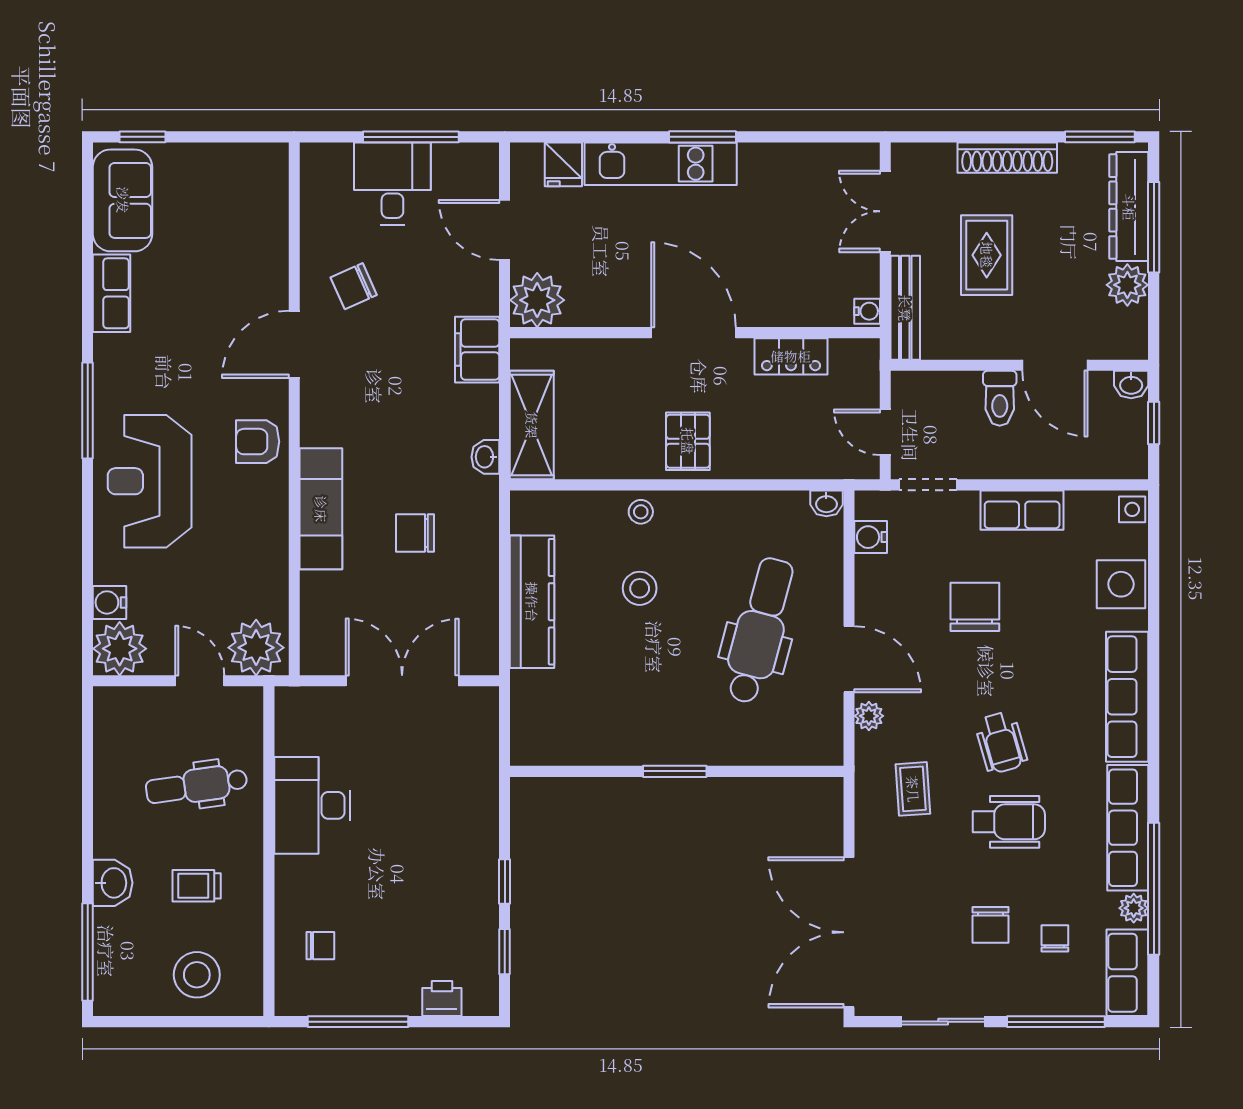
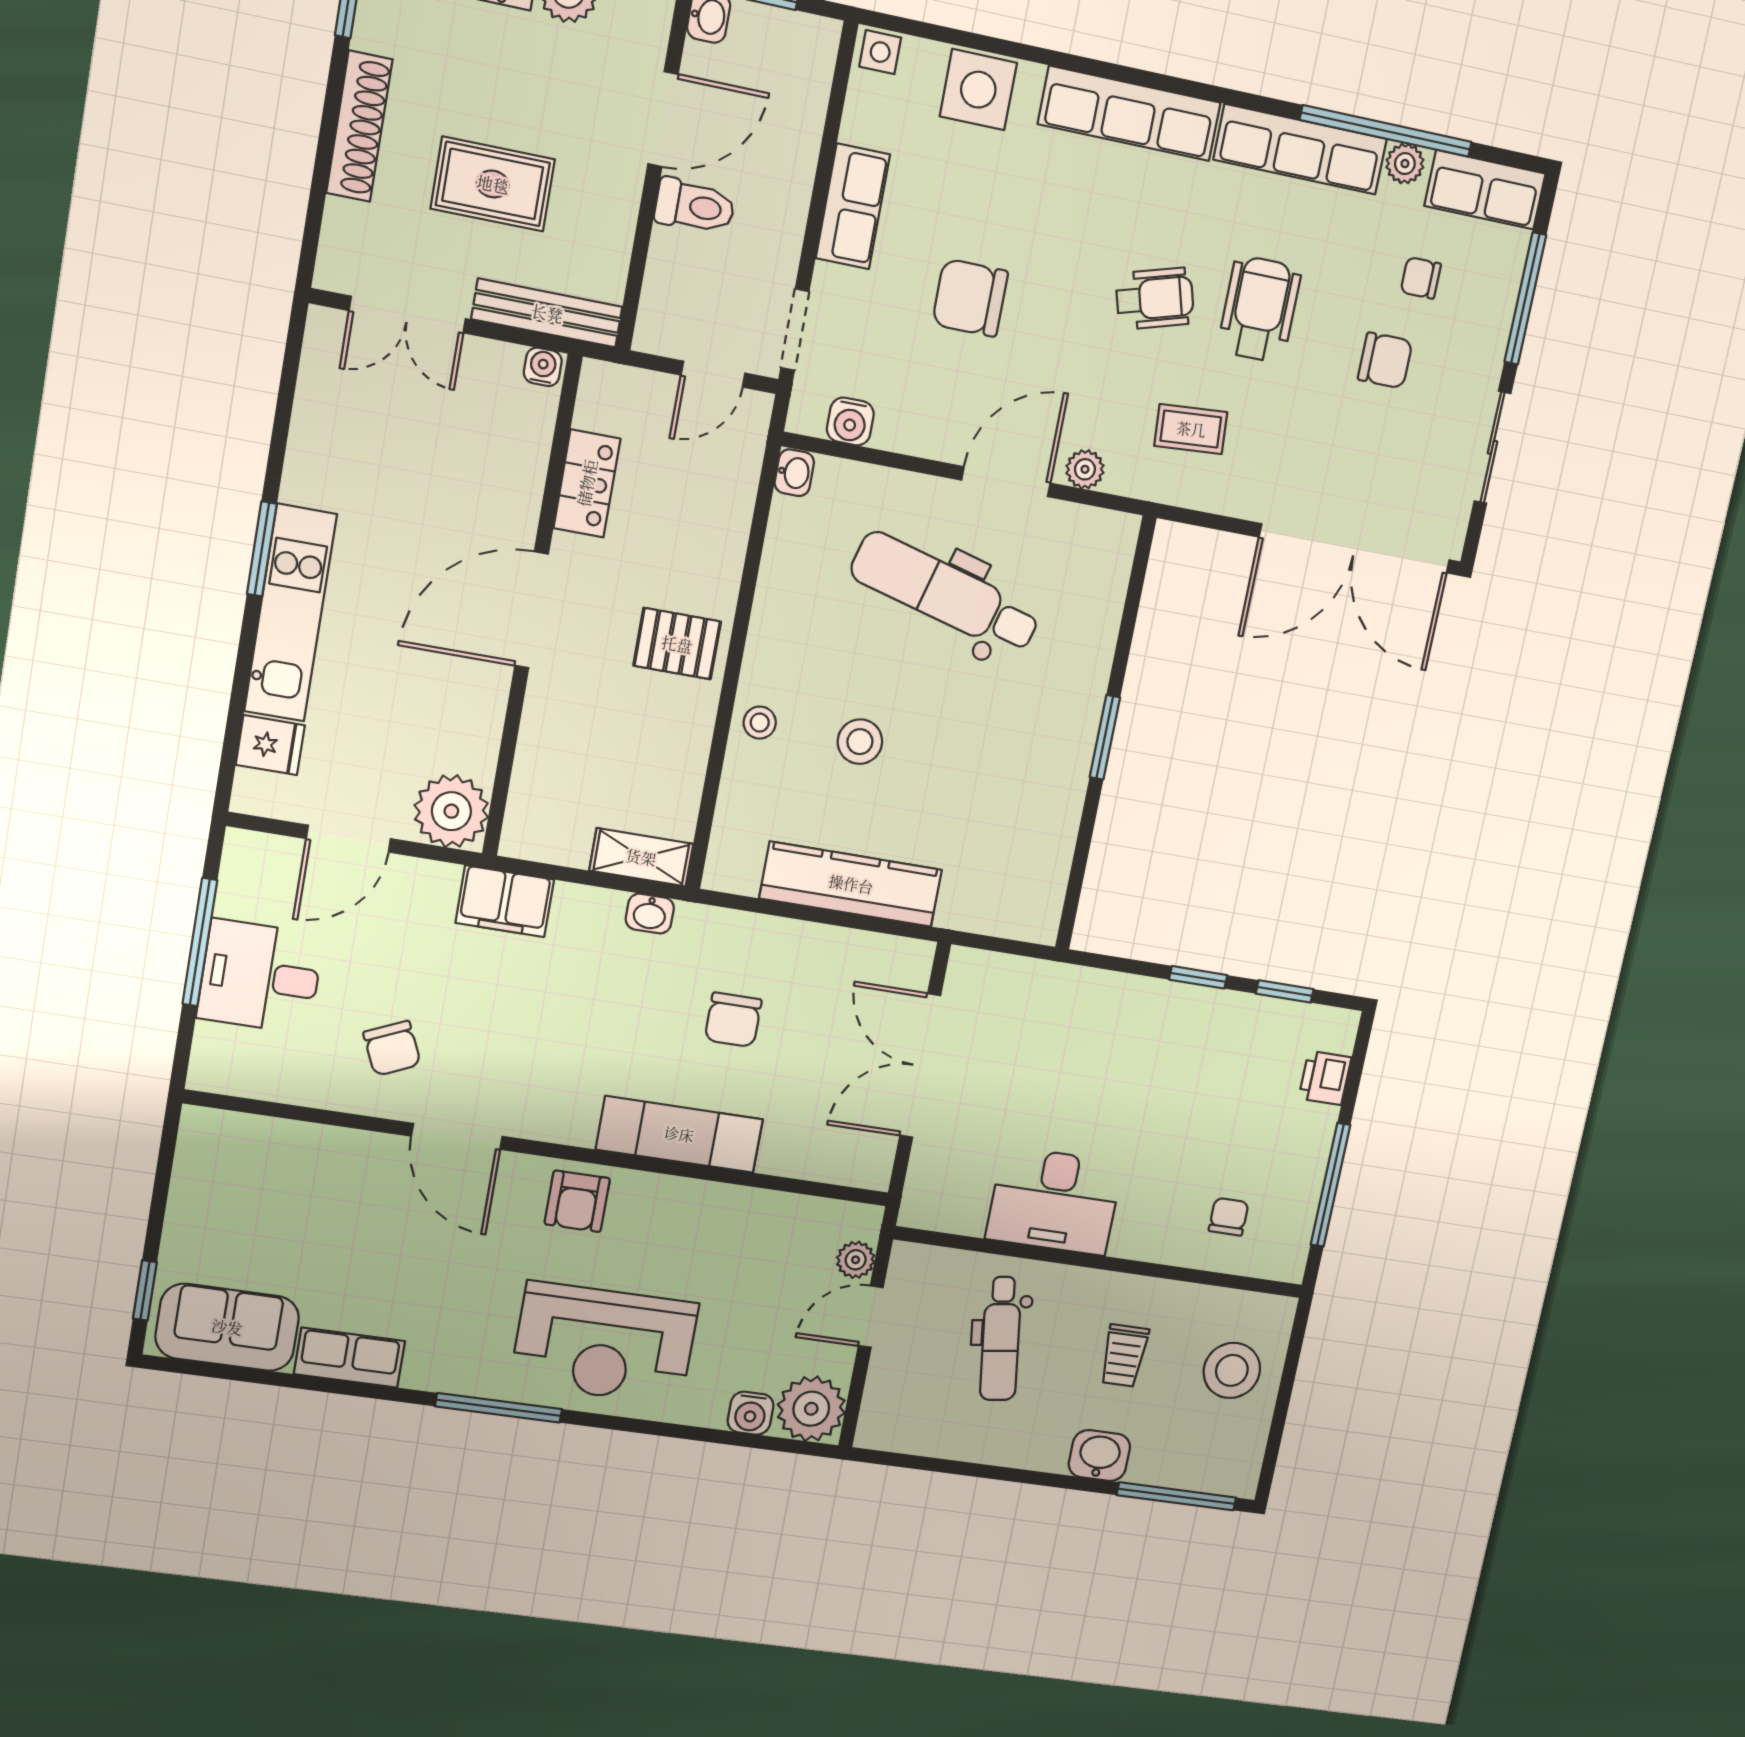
shelving: (532, 425) -> (641, 857), width x0.67, depth x0.75
plant: (256, 648) -> (856, 1260), width x0.53, depth x0.53

